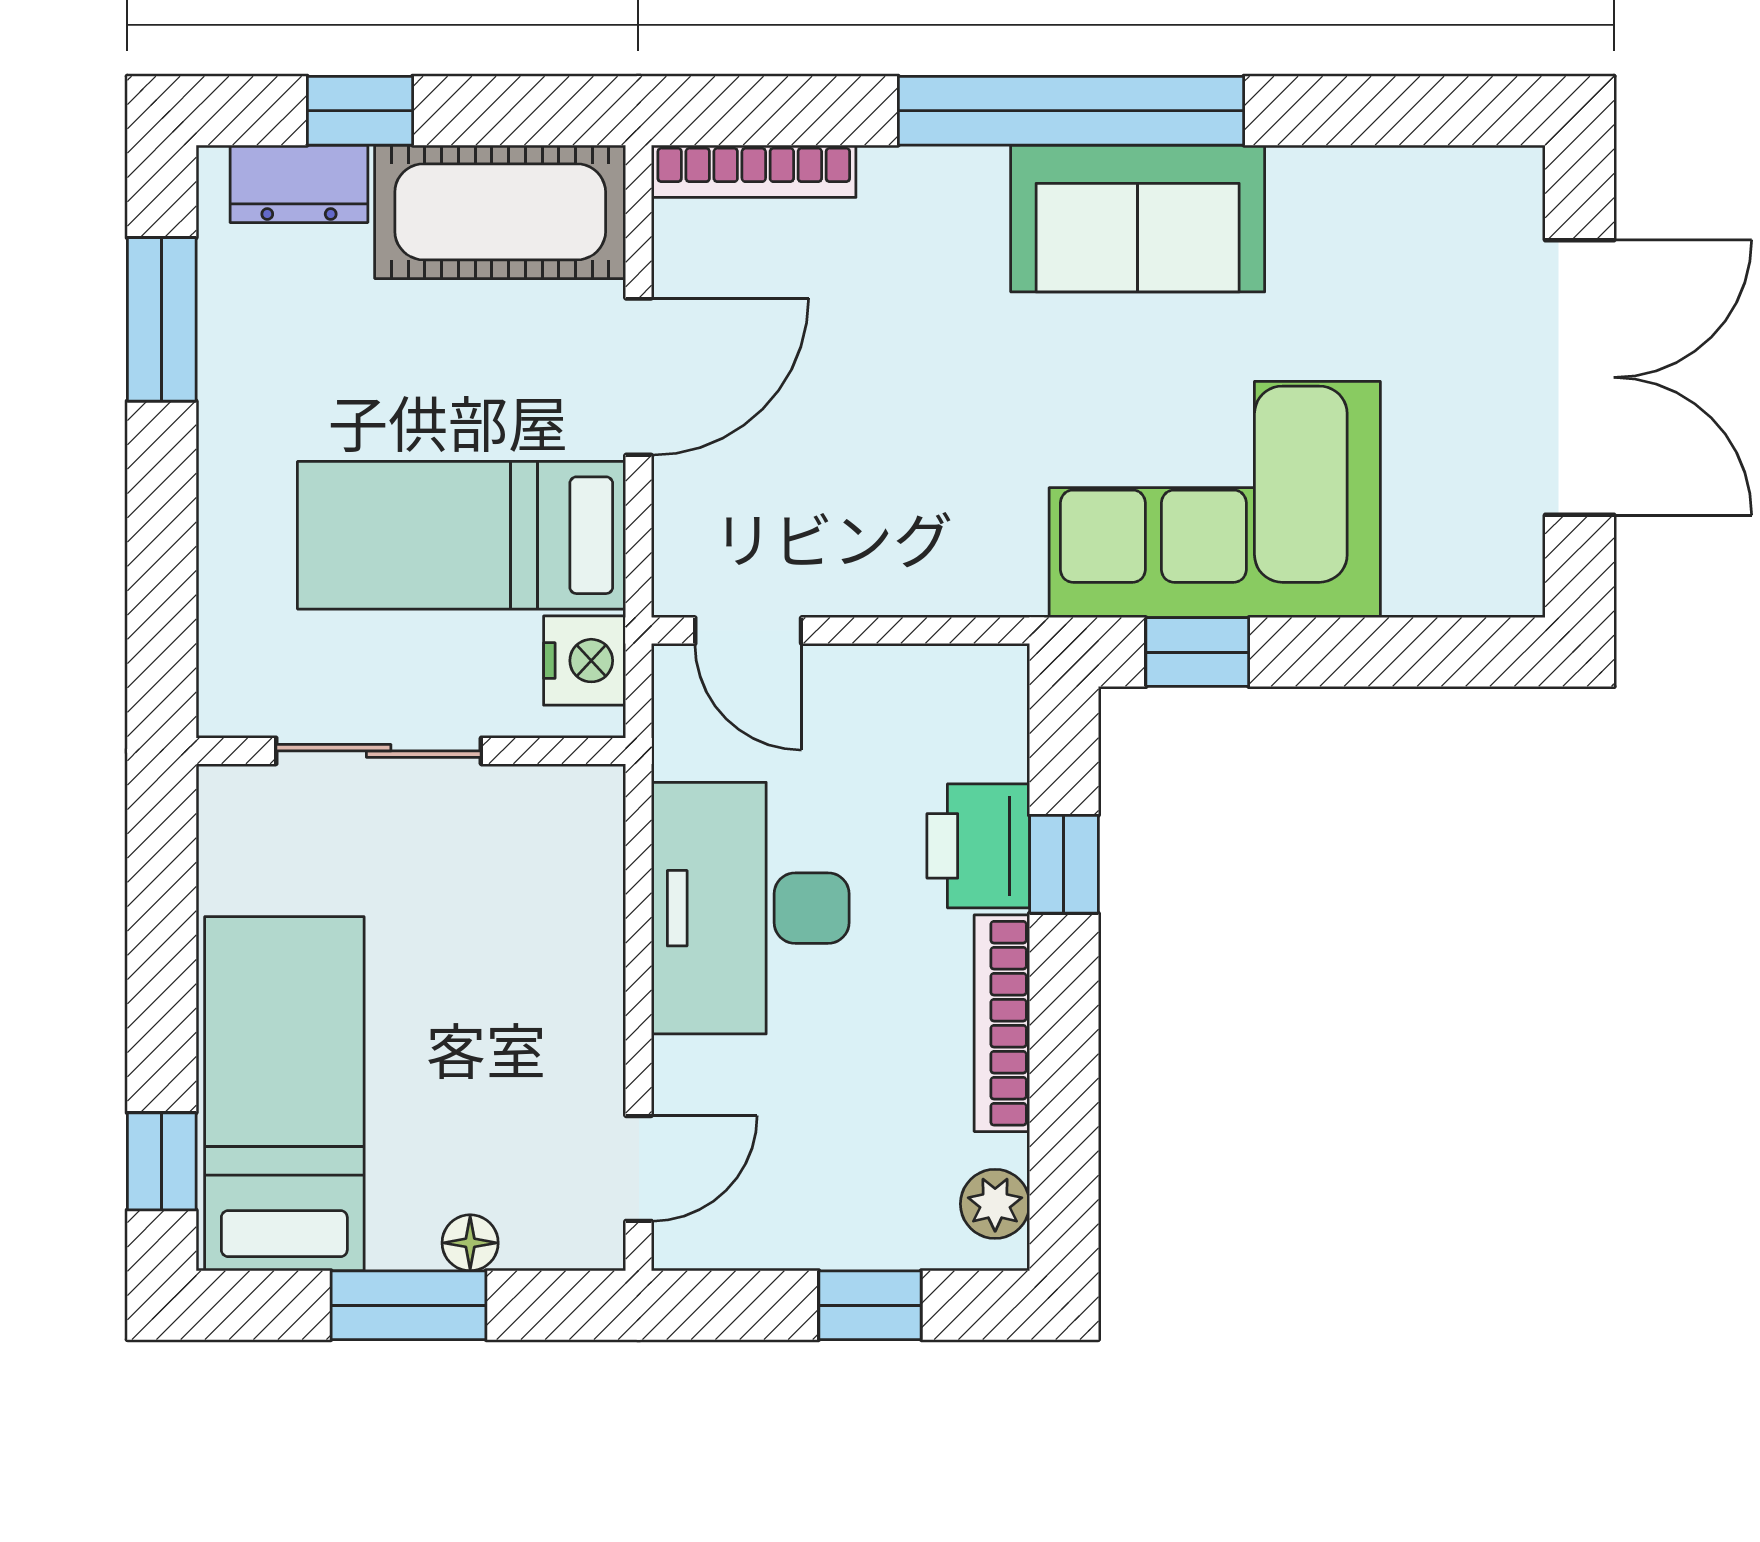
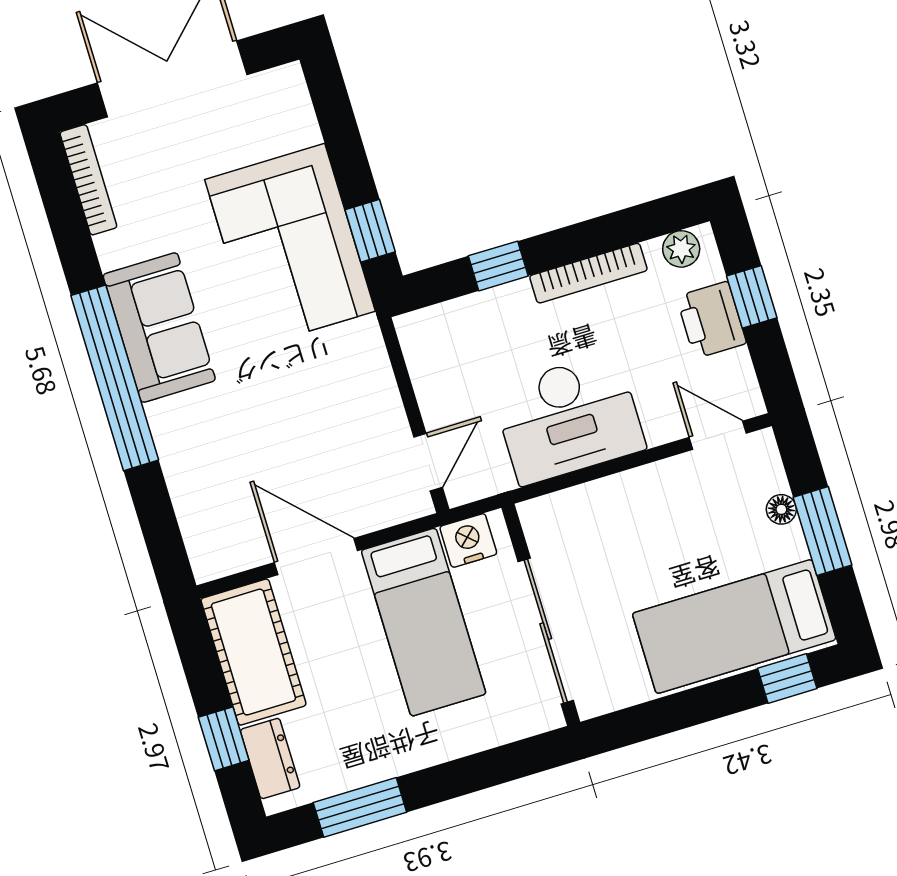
bookcase: (754, 171) -> (88, 180), moved
sliding door: (379, 751) -> (546, 631), width x1.37
printer: (978, 846) -> (711, 320), moved, turned 90

